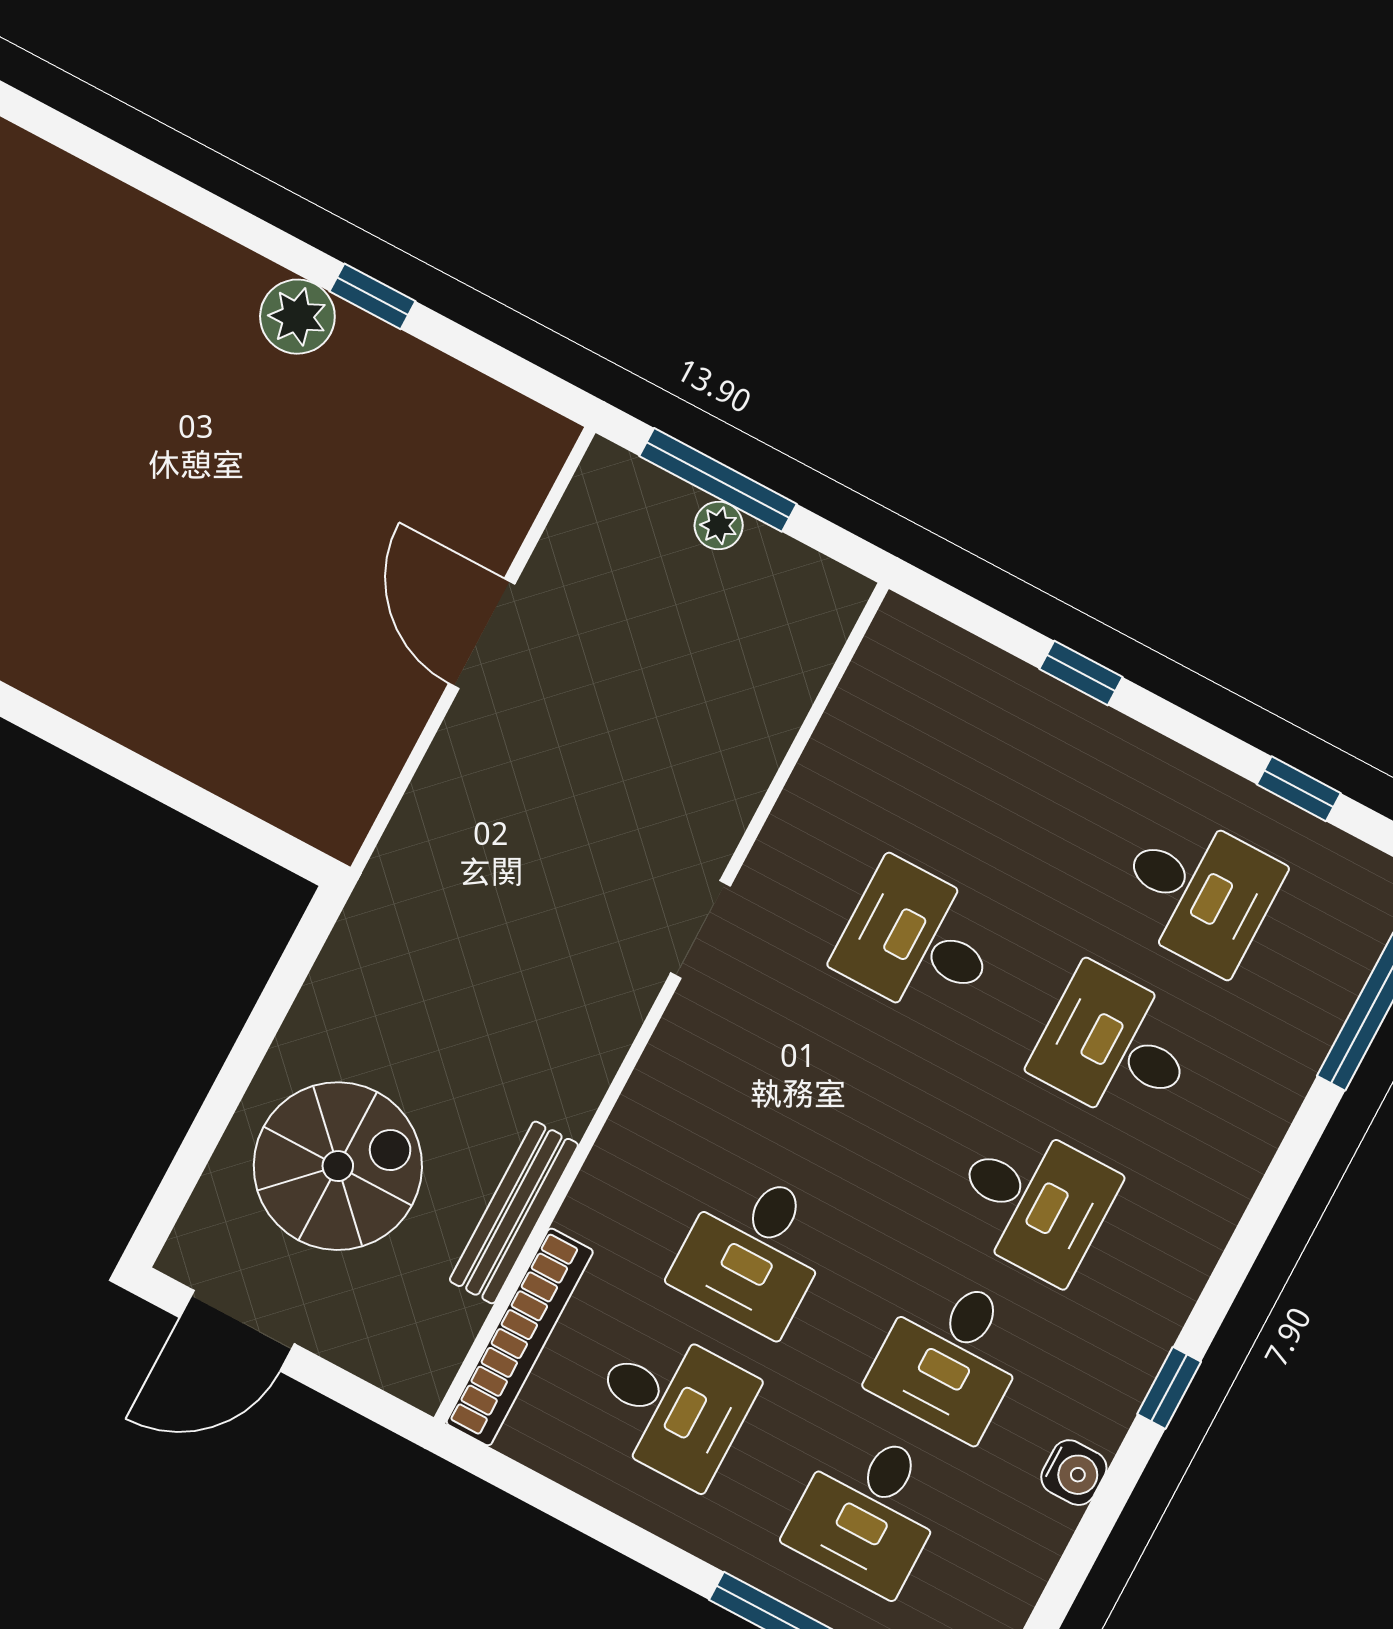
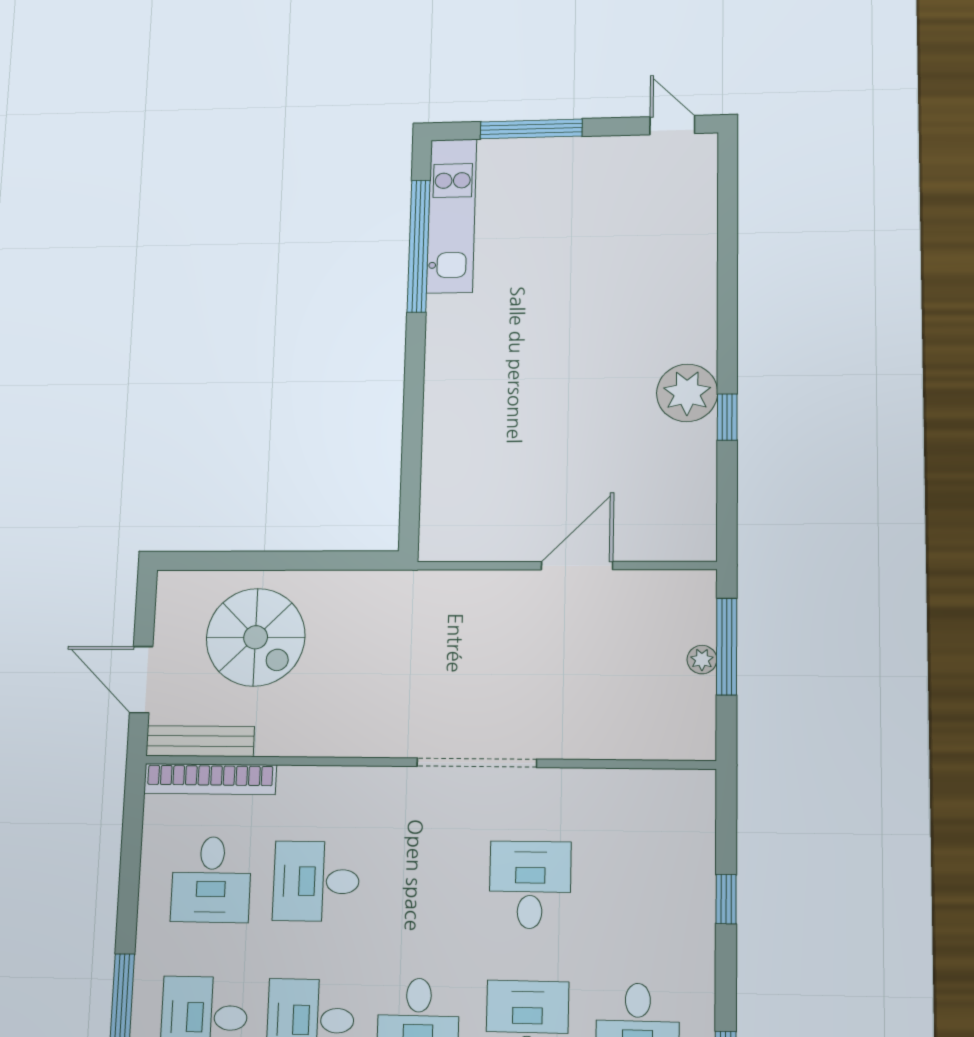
plant: (297, 317) -> (687, 393), width x1.36, depth x1.36
doorway: (700, 929) -> (477, 763), width x1.87
bench: (514, 1212) -> (200, 741), moved
door: (237, 1331) -> (141, 680), moved

